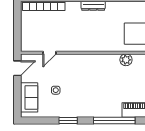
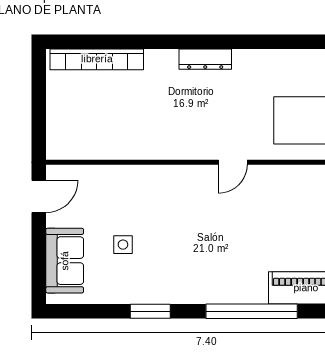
door: (49, 53) -> (233, 162), moved
plant: (126, 60) -> (277, 178), removed

